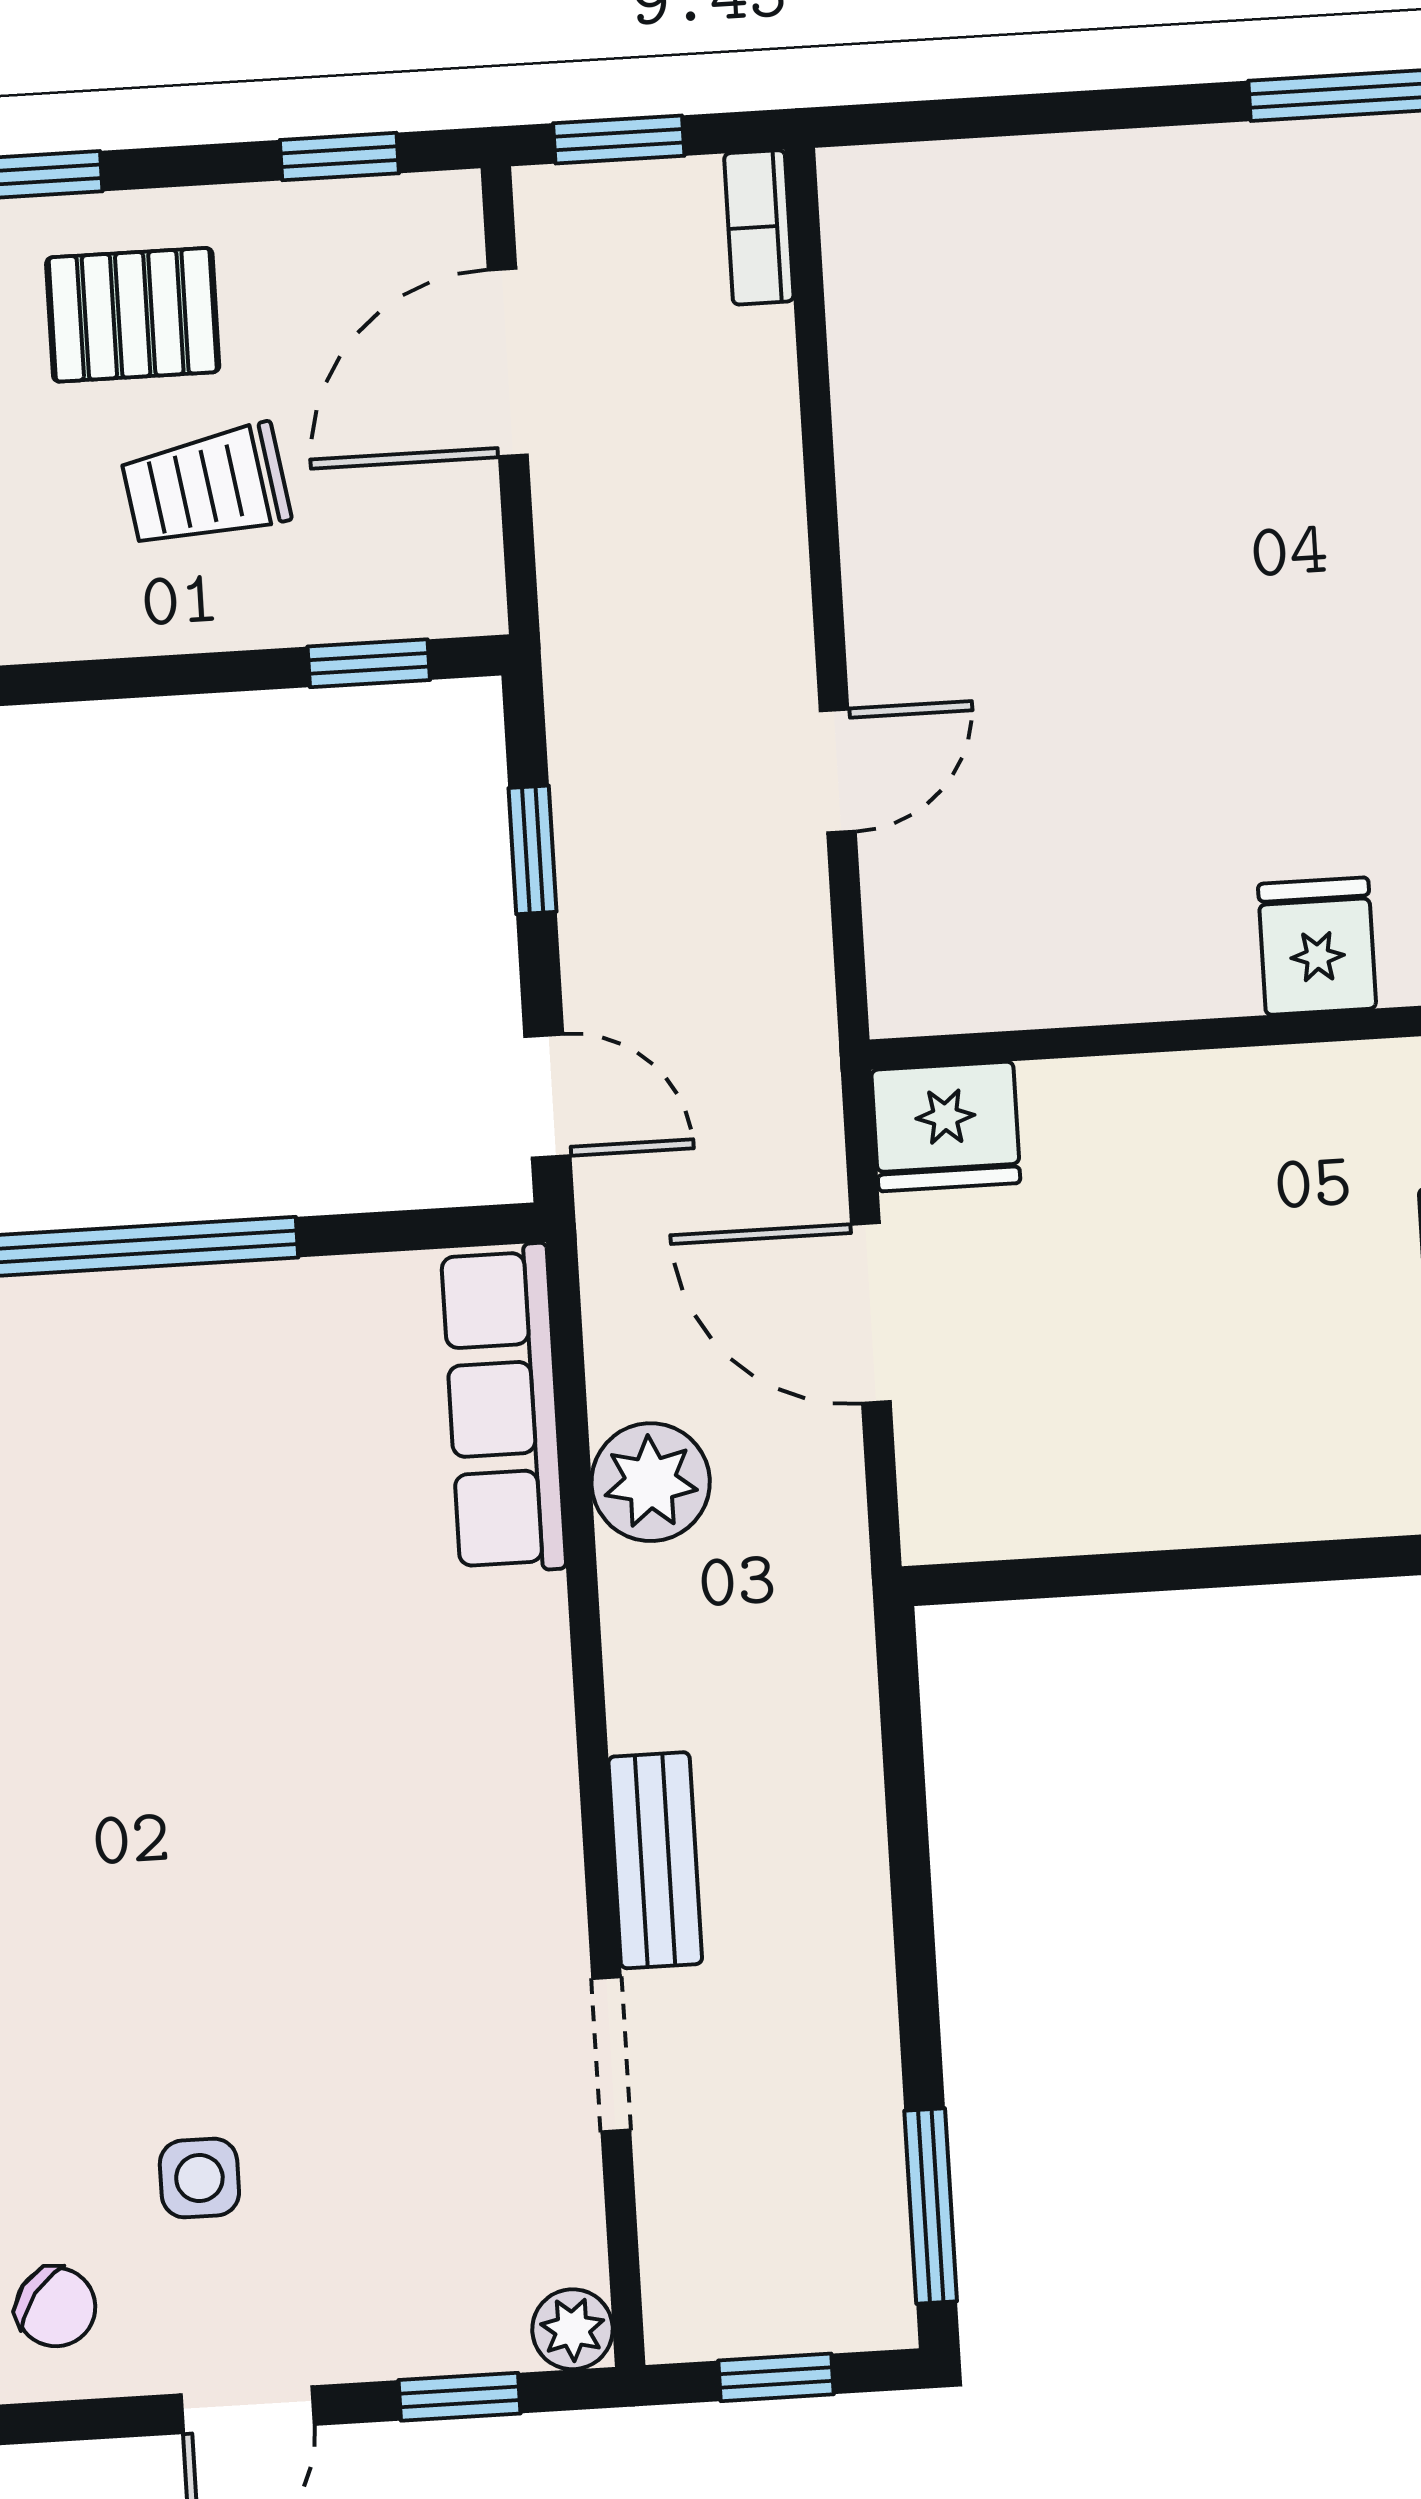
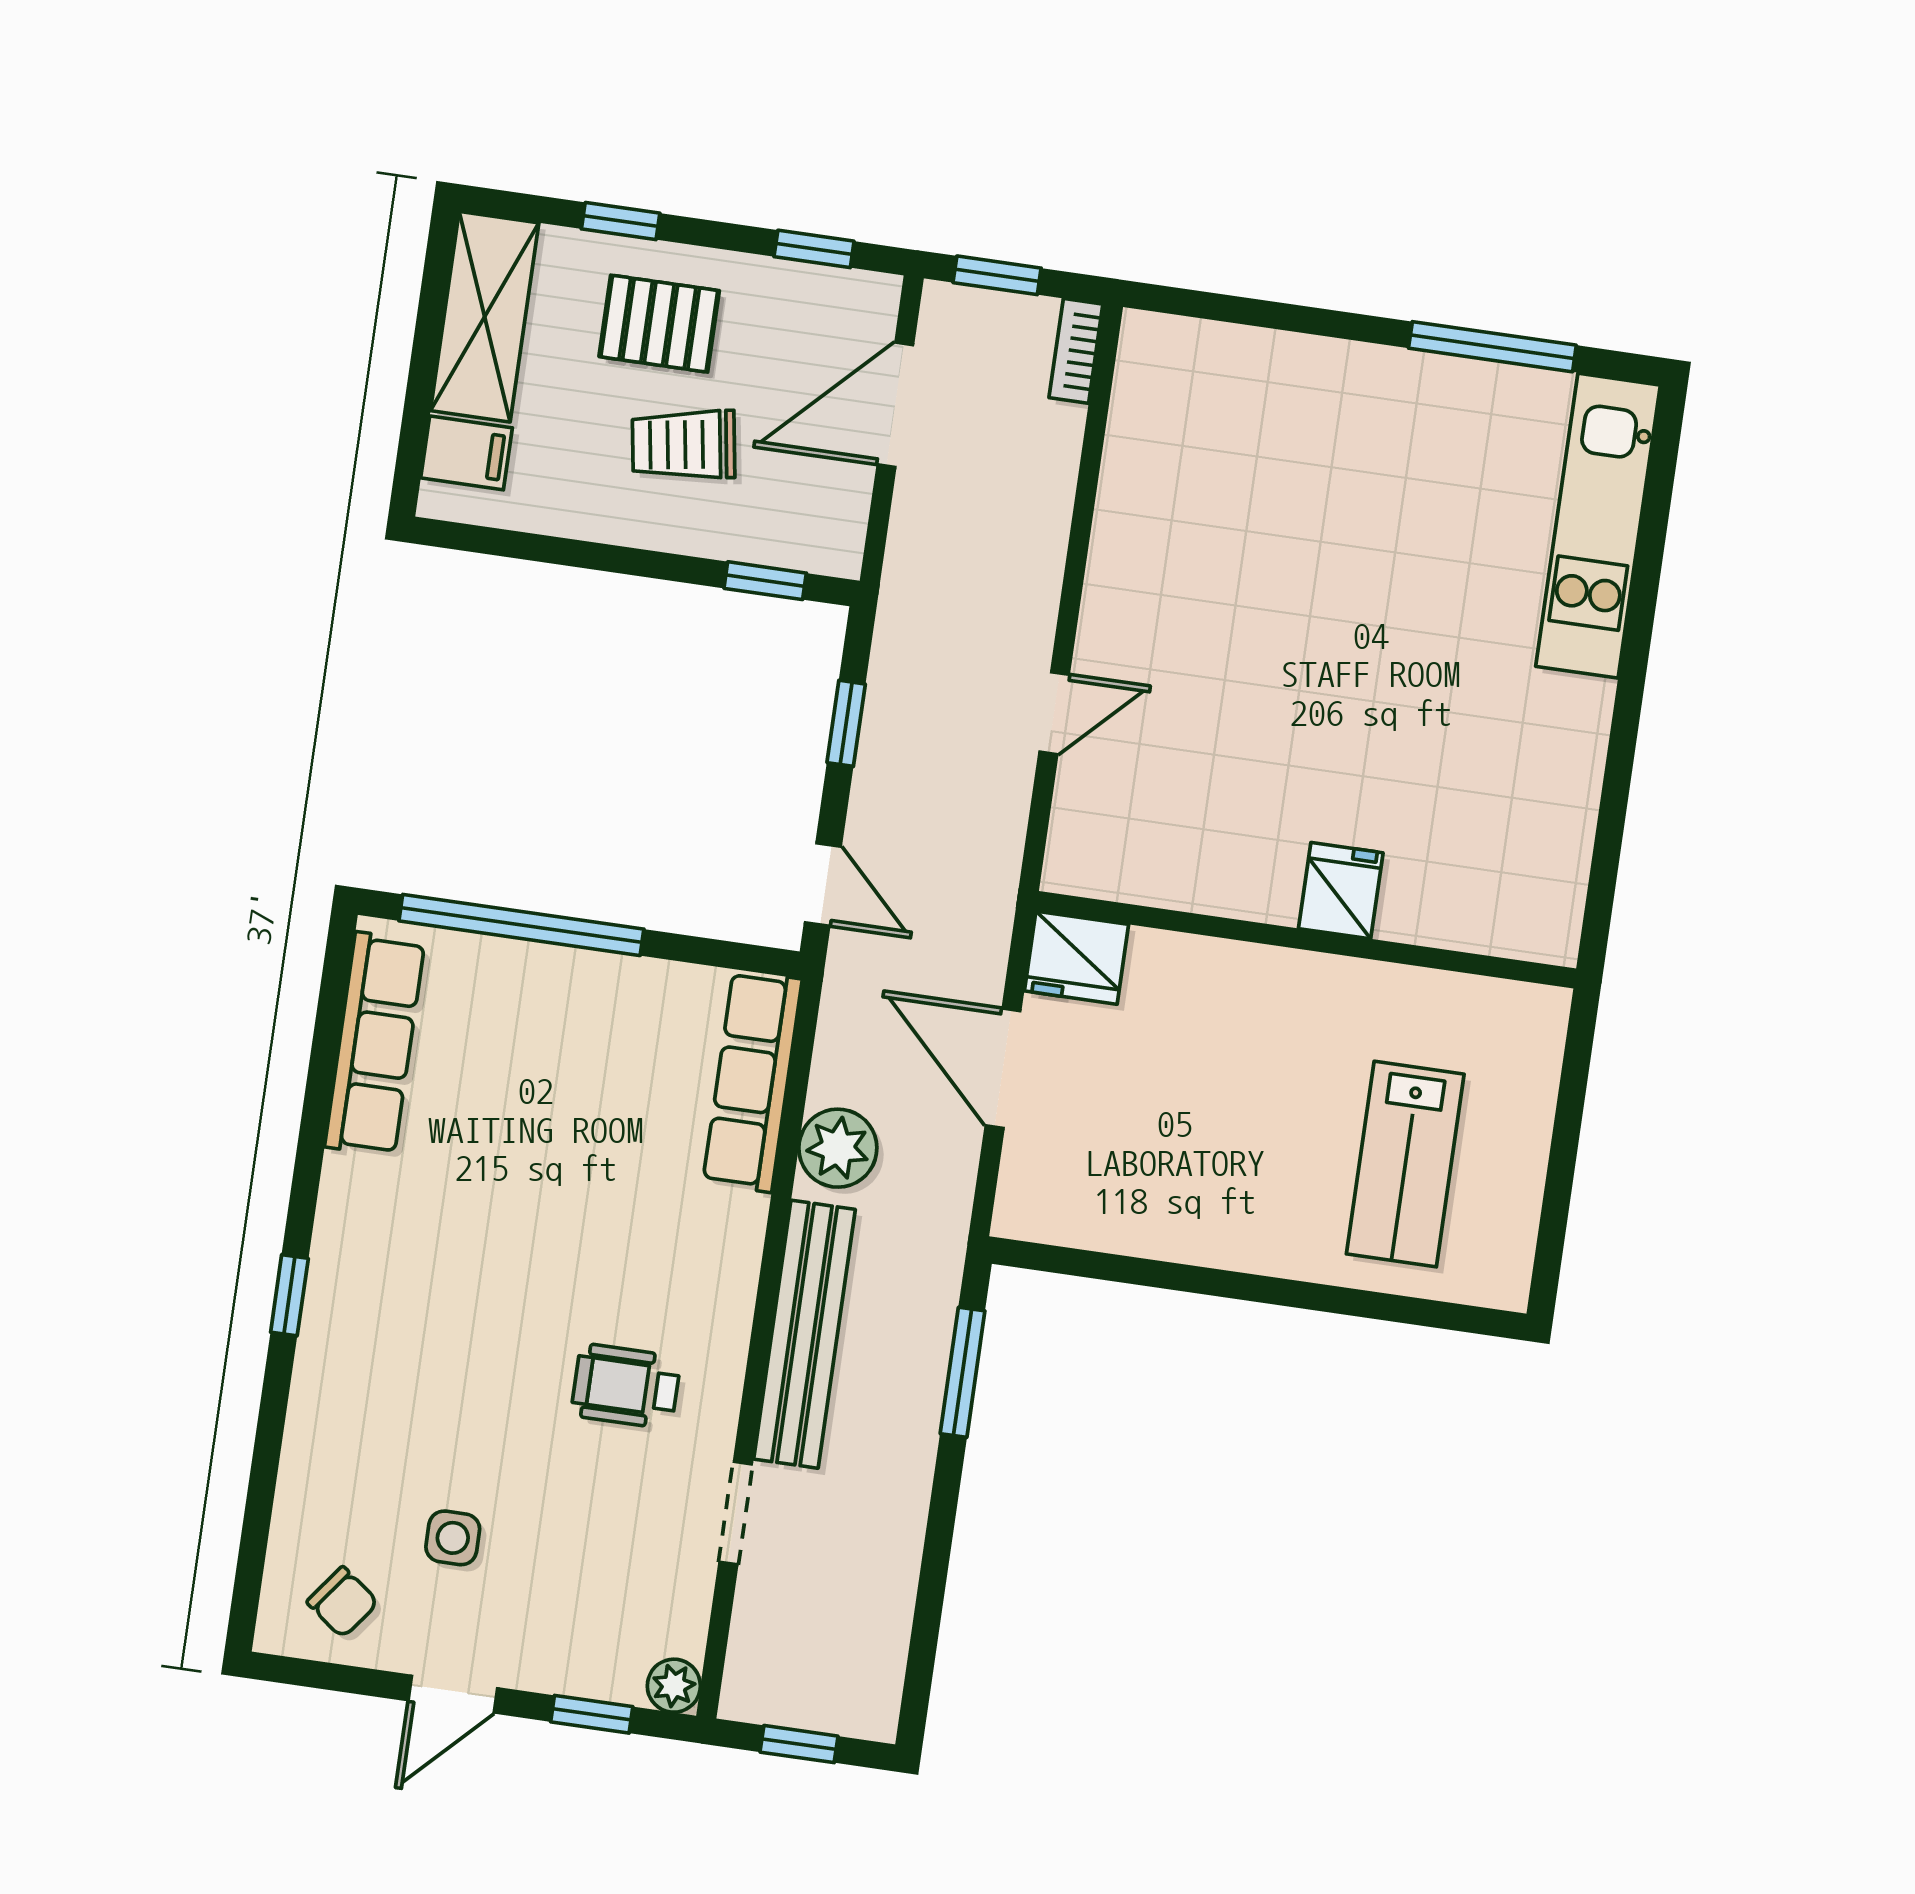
bench: (655, 1860) -> (804, 1334), width x1.86, depth x1.21
wheelchair: (410, 1900) -> (626, 1386), added
window: (931, 2206) -> (963, 1372), moved

